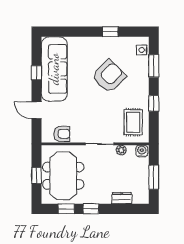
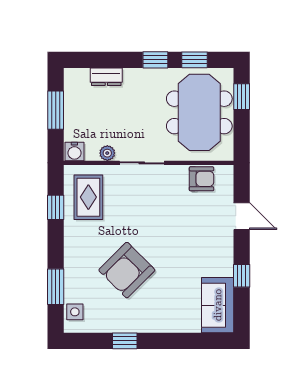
sofa: (54, 69) -> (218, 305), width x0.54, depth x0.79
window: (154, 103) -> (56, 207), moved
armchair: (62, 134) -> (202, 179), turned 180
window: (36, 176) -> (242, 97), moved

